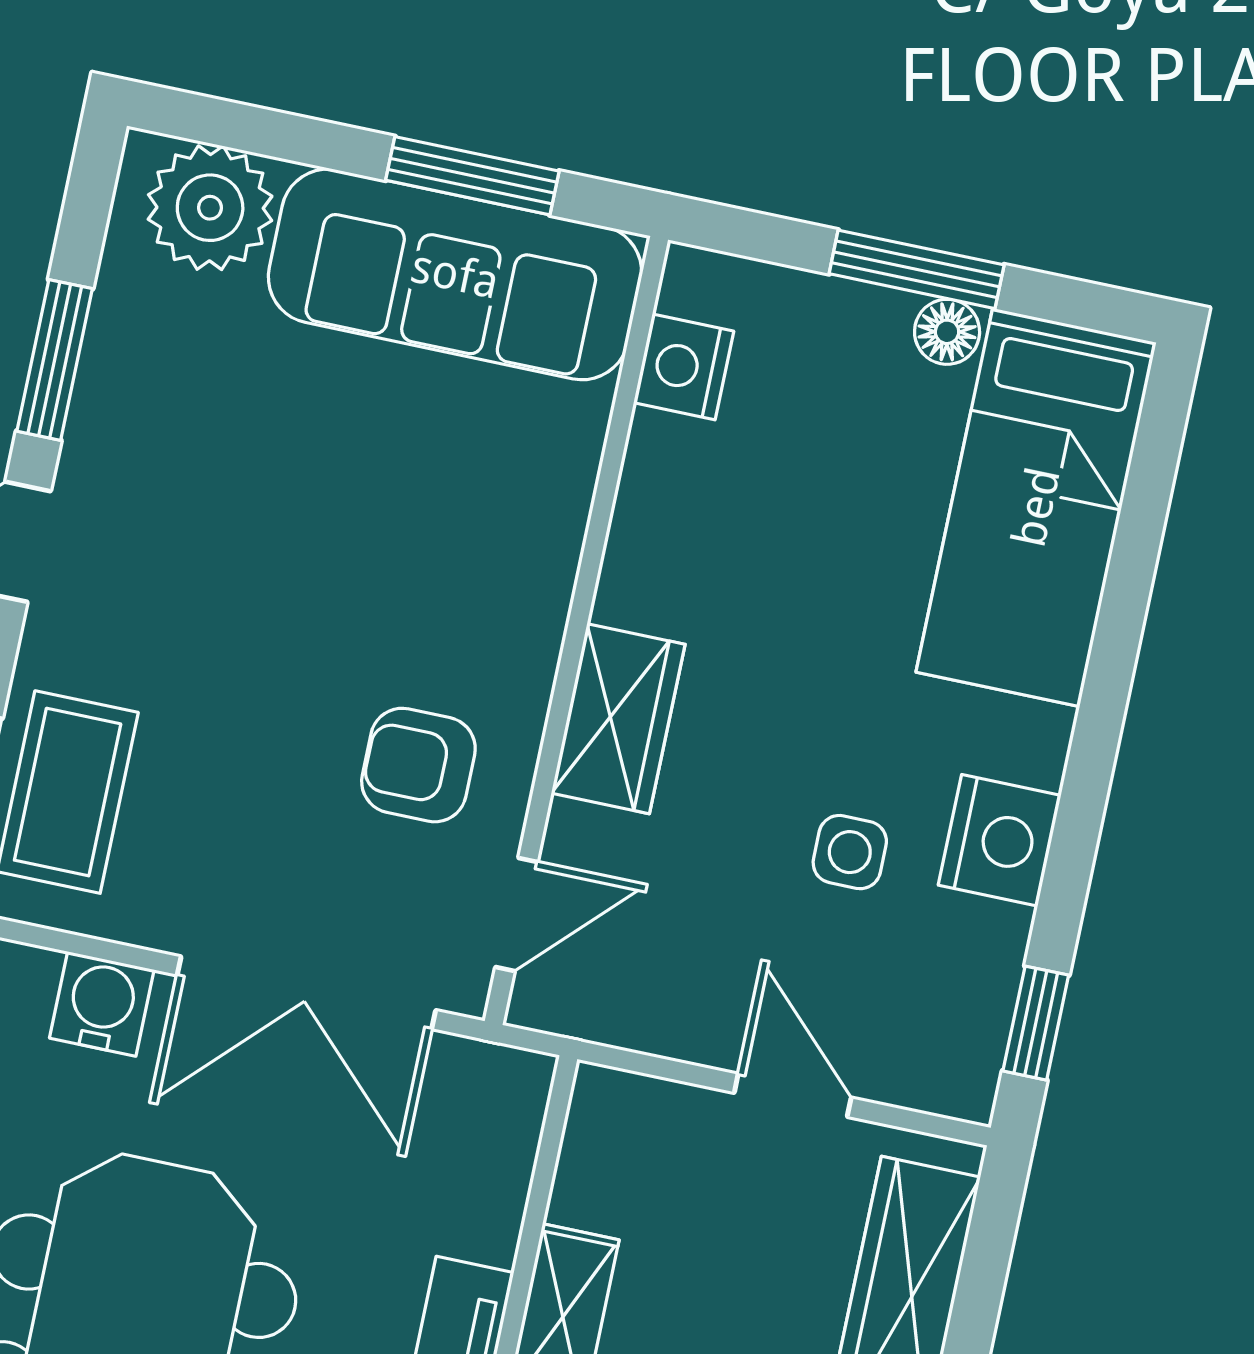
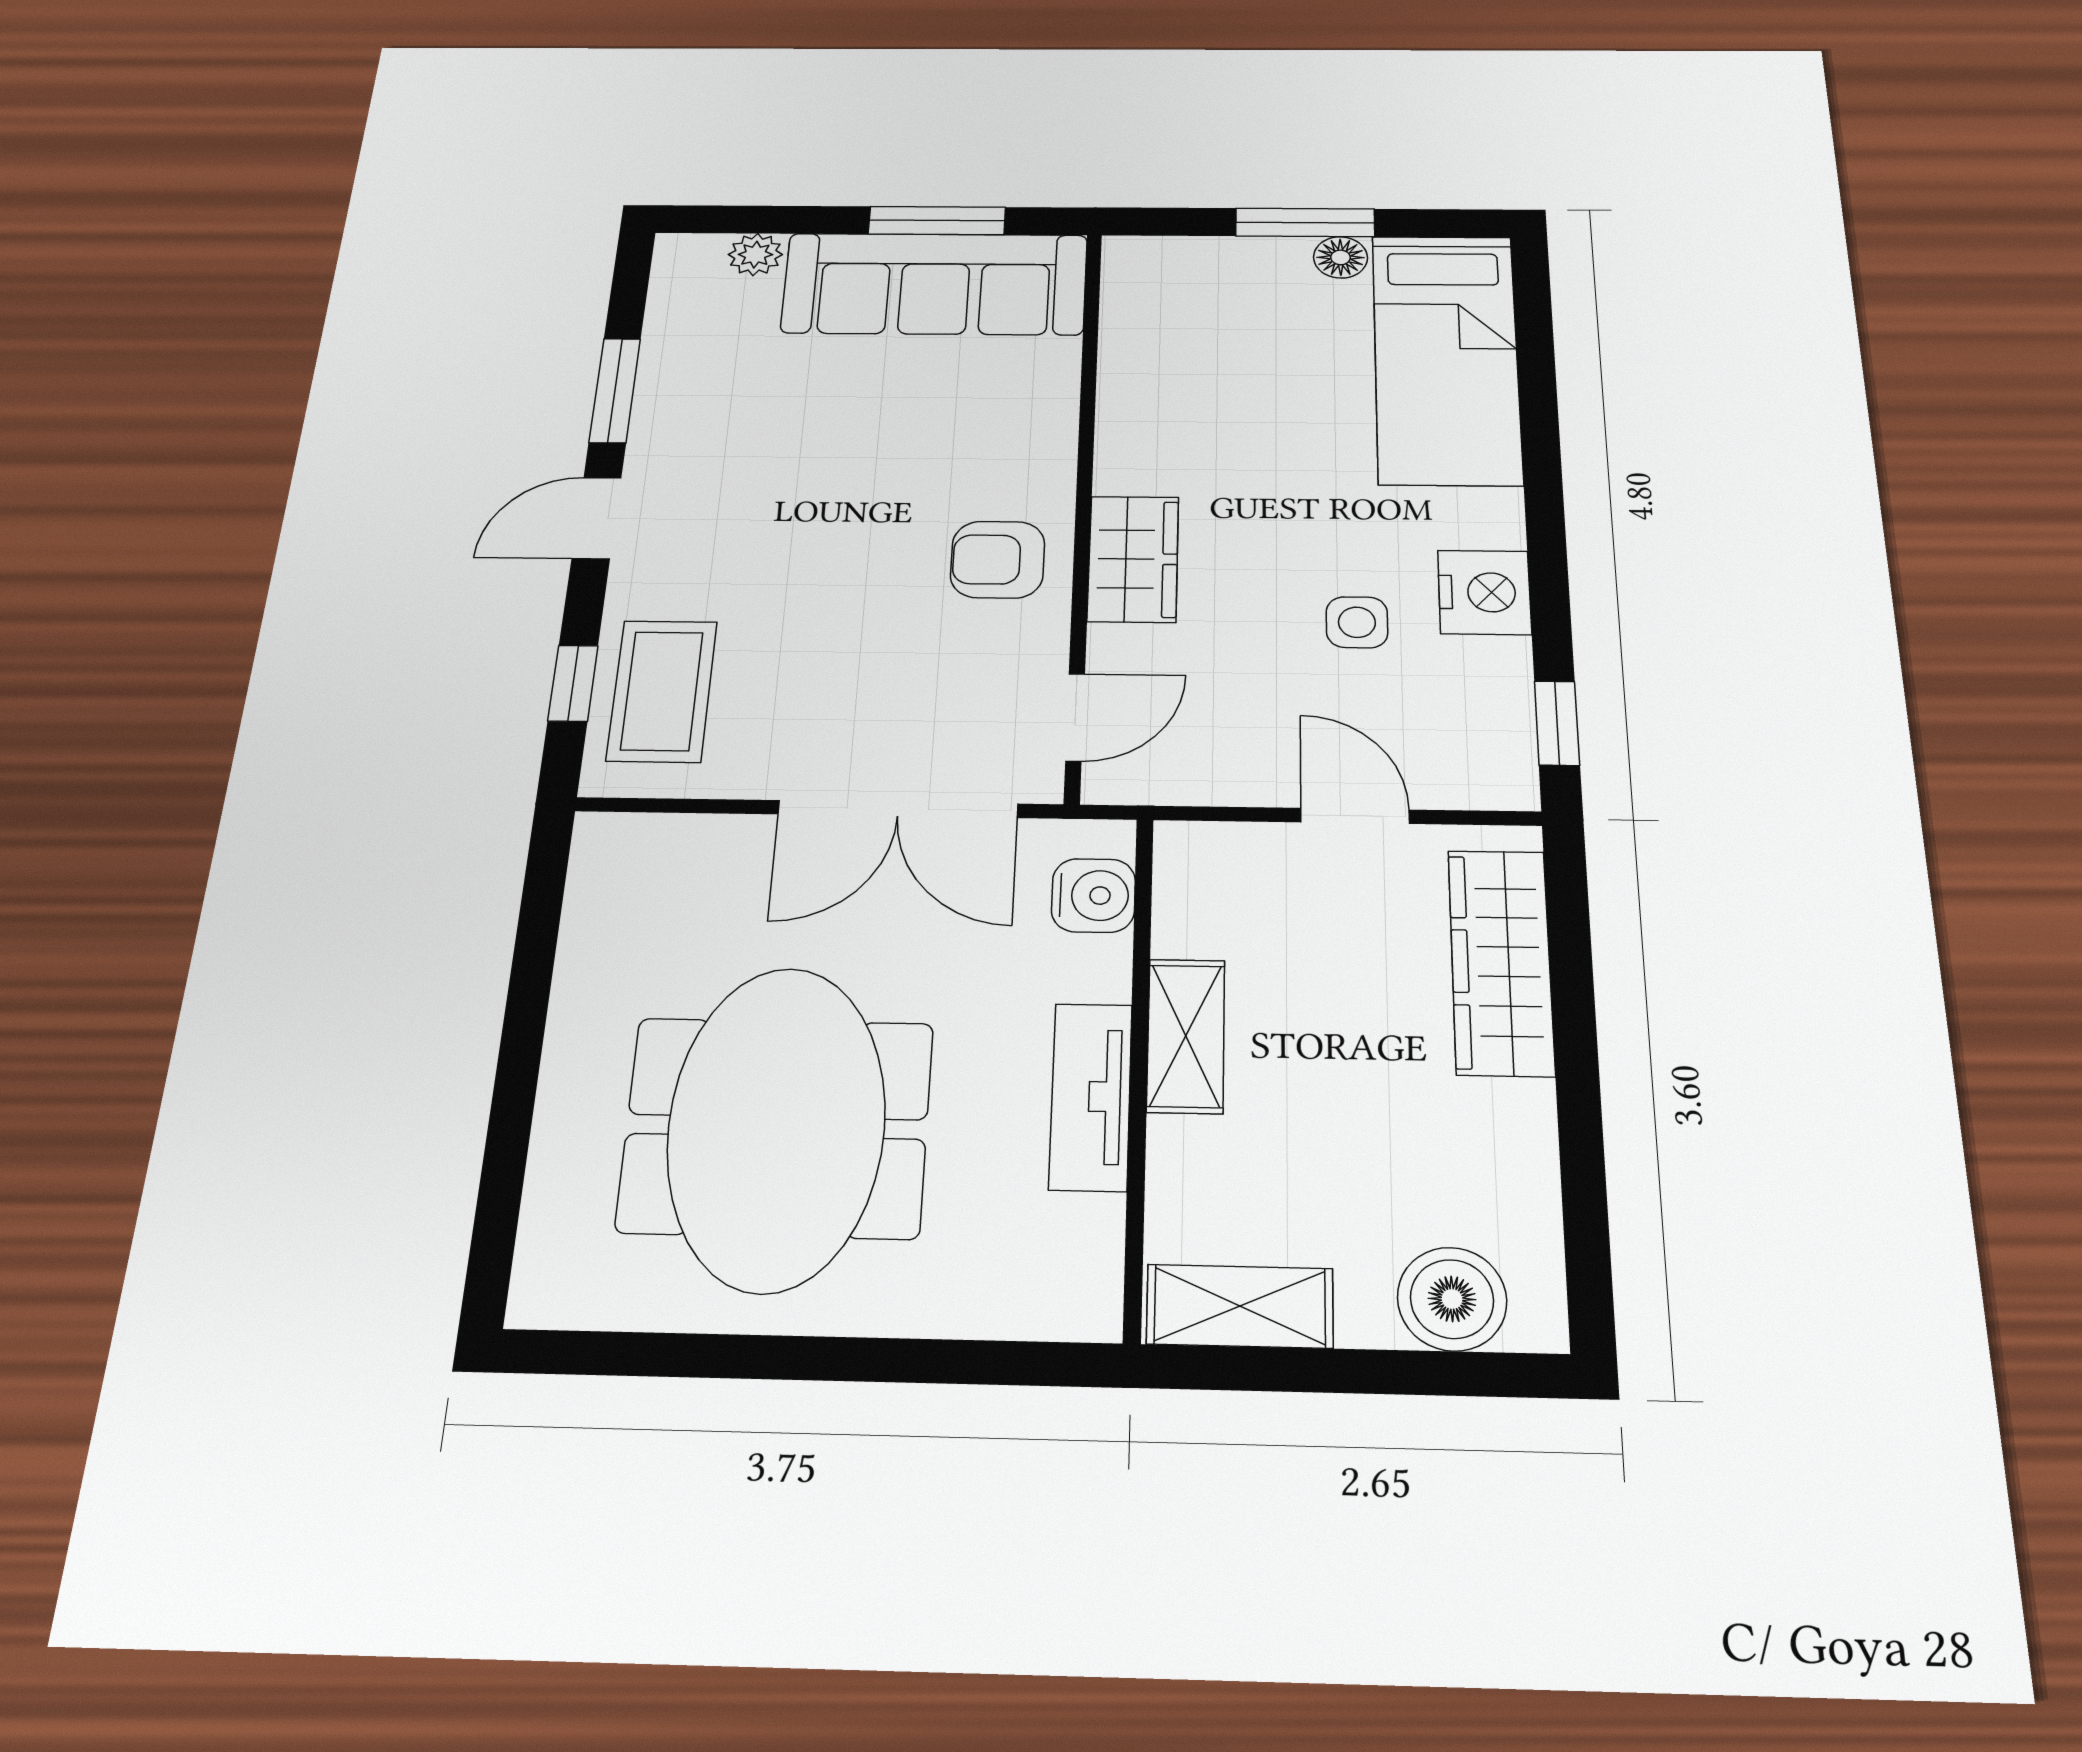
plant: (210, 208) -> (755, 255), width x0.53, depth x0.53
nightstand: (684, 367) -> (1133, 313), removed
armchair: (418, 765) -> (998, 560), moved
water cooler: (102, 1004) -> (1093, 895), moved, turned 90

